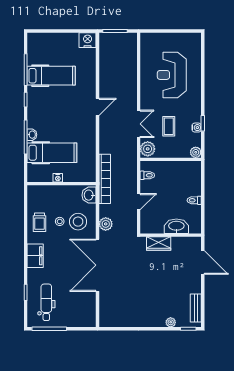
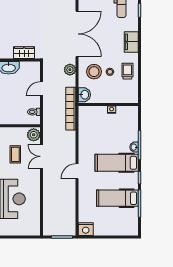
hospital bed: (52, 153) -> (117, 163), moved

